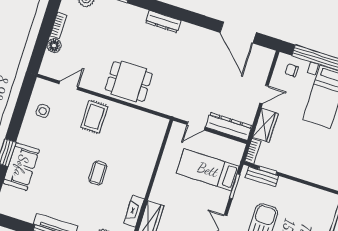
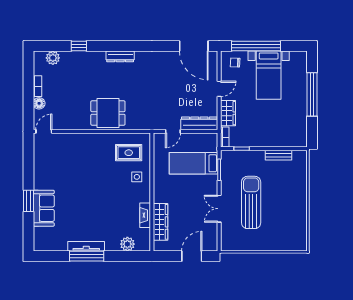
door: (238, 32) -> (194, 46), moved
door: (69, 85) -> (44, 131), moved
side table: (43, 111) -> (137, 177), moved
rug: (94, 117) -> (129, 153), moved, turned 90
coffee table: (98, 173) -> (107, 194), removed
bench: (262, 177) -> (279, 155), moved

